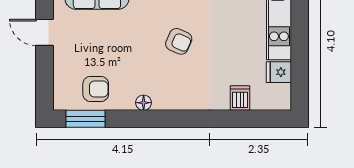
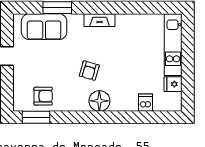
armchair: (179, 41) -> (89, 71), moved, turned 82
floor lamp: (144, 103) -> (99, 101), moved, width x1.89, depth x1.89

